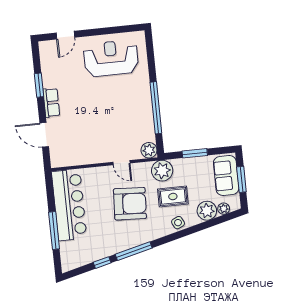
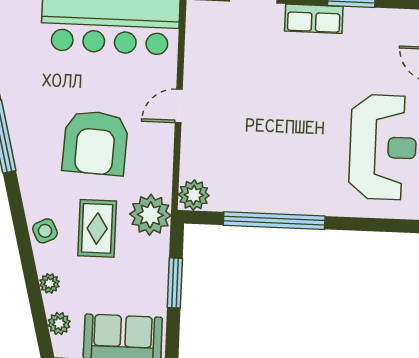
door: (121, 163) -> (179, 106), moved
plant: (207, 211) -> (50, 283), width x0.53, depth x0.53

